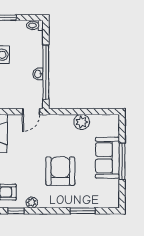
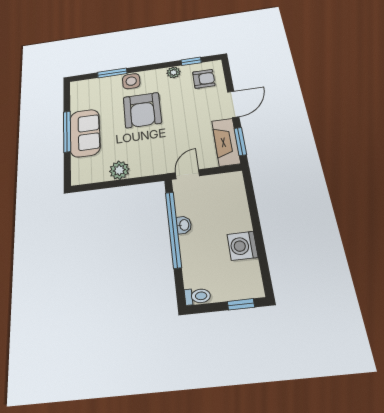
side table: (67, 200) -> (131, 81), added

